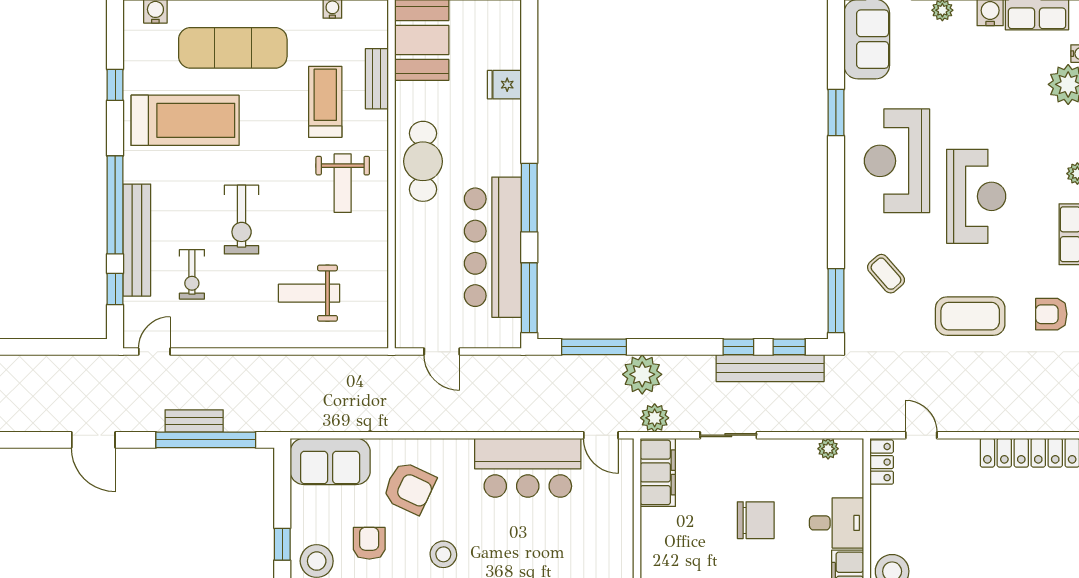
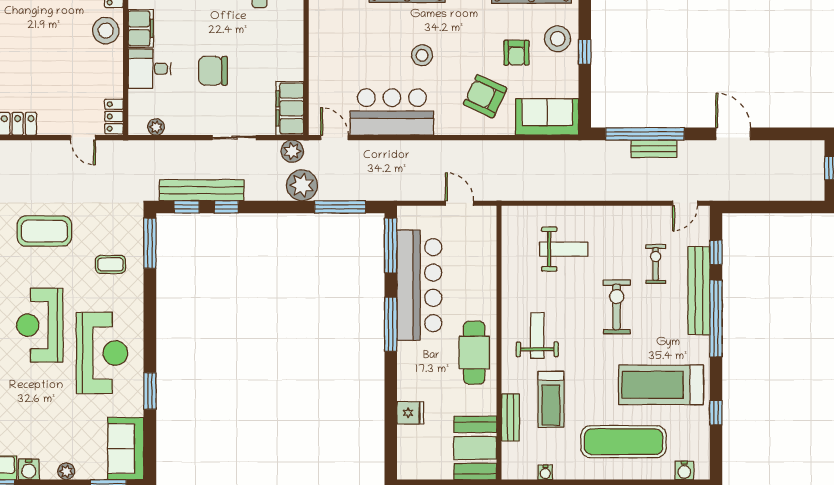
coffee table: (886, 274) -> (111, 264), turned -49
stool: (443, 554) -> (422, 55), moved

